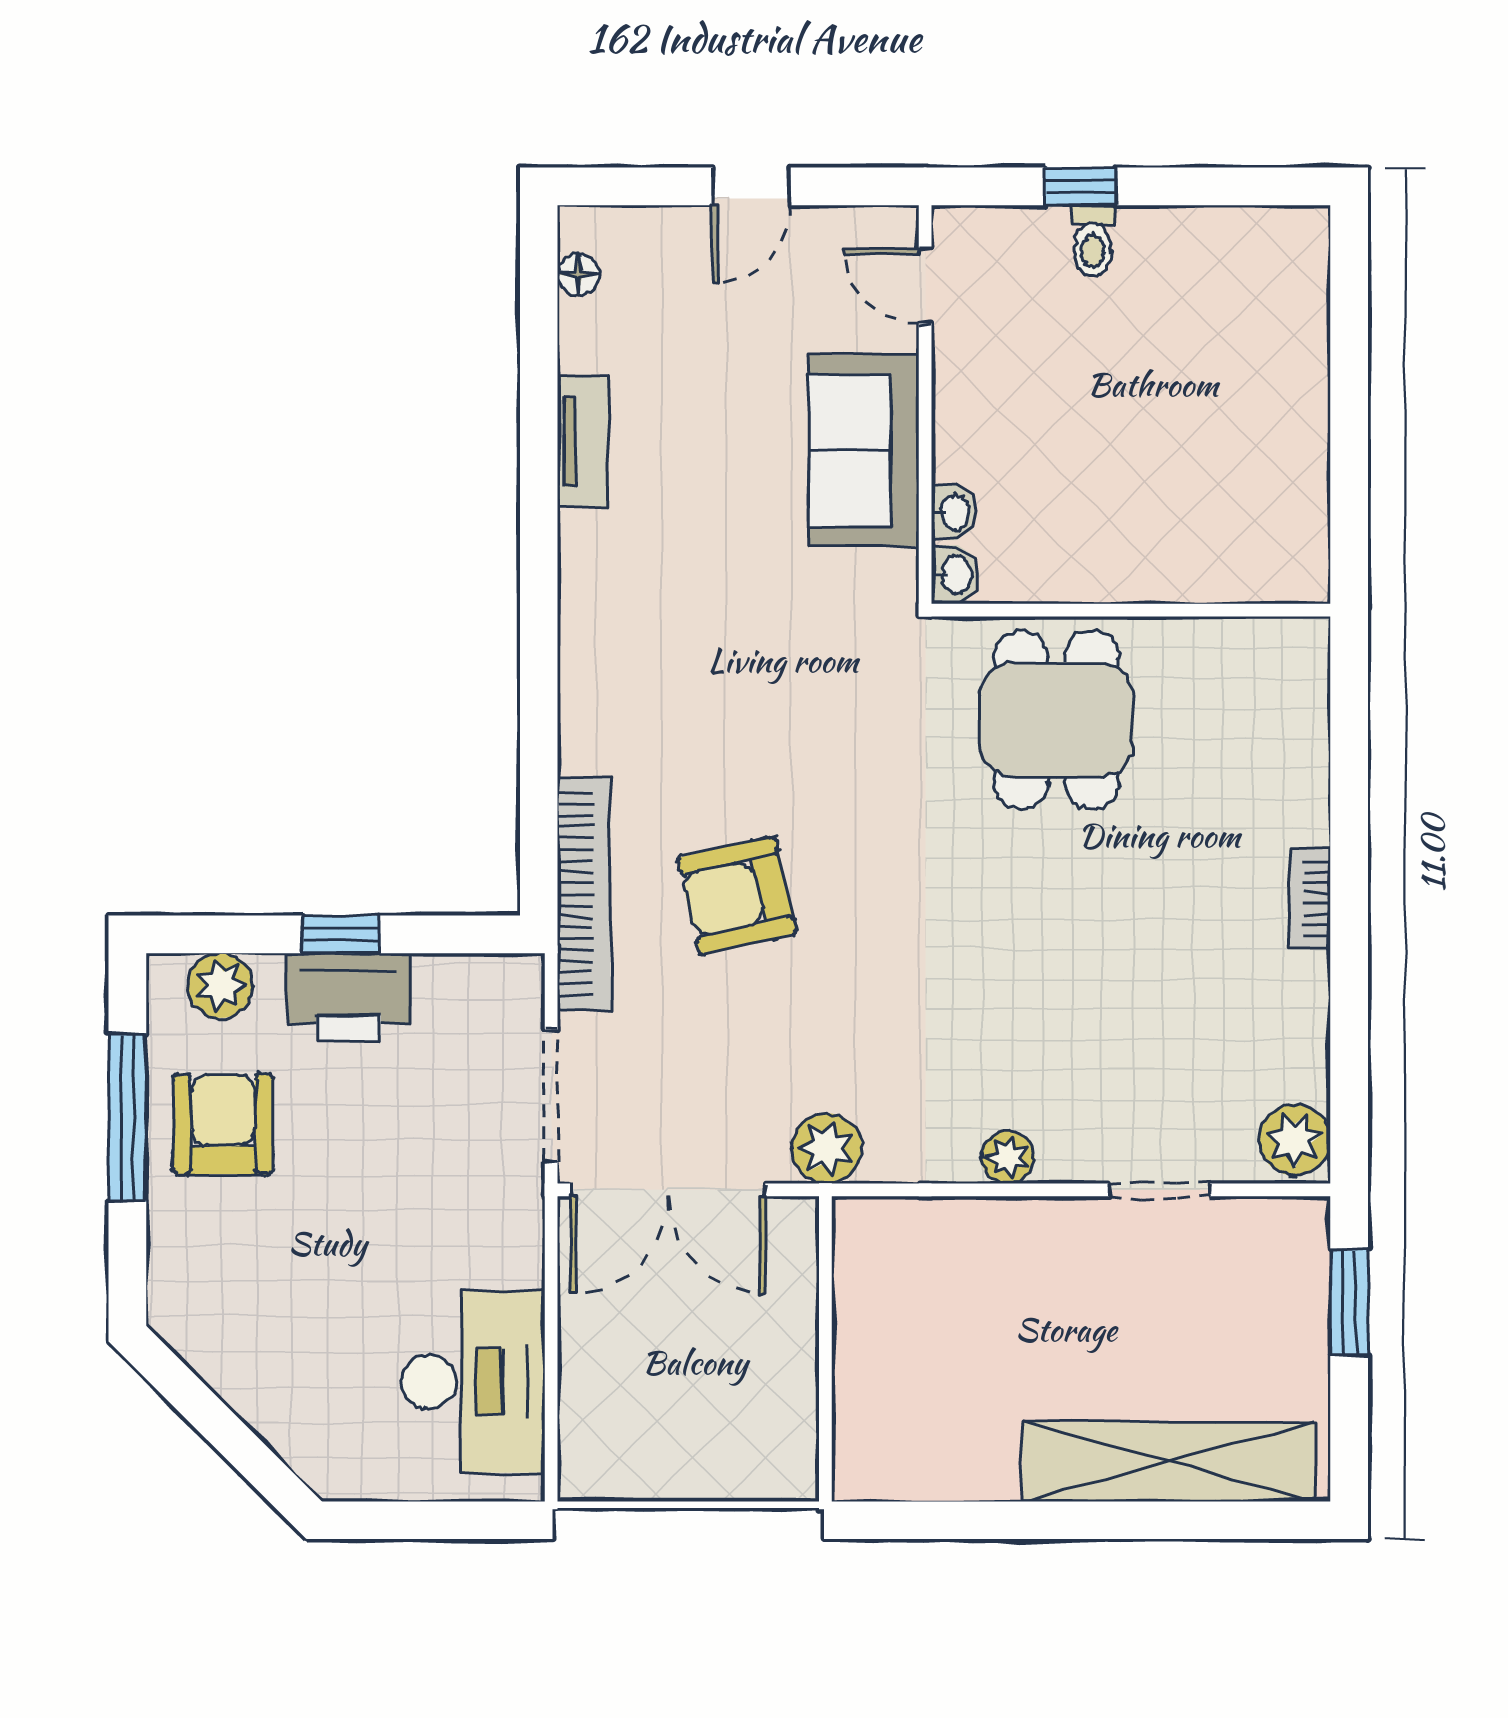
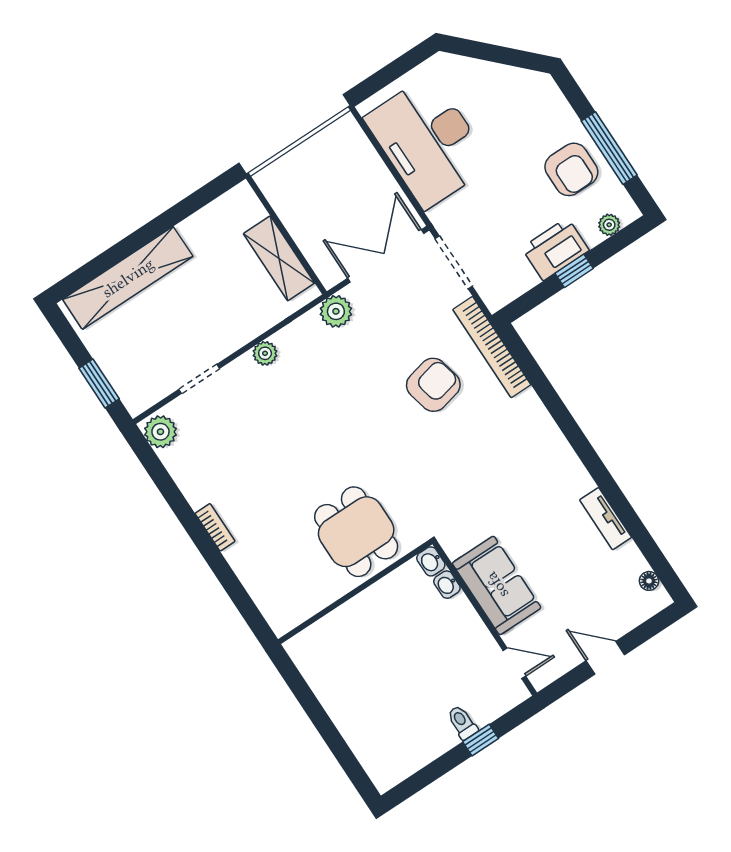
door: (752, 186) -> (605, 658), hinge flipped
plant: (220, 985) -> (609, 225), width x0.73, depth x0.73
shelving: (867, 1315) -> (279, 258), added
desk: (473, 1382) -> (428, 142), width x1.36, depth x1.30

